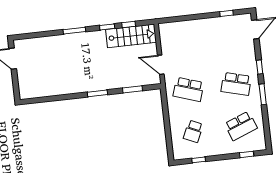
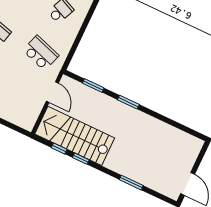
window: (74, 31) -> (131, 183), moved
stairs: (131, 36) -> (75, 136), width x1.36, depth x1.51

